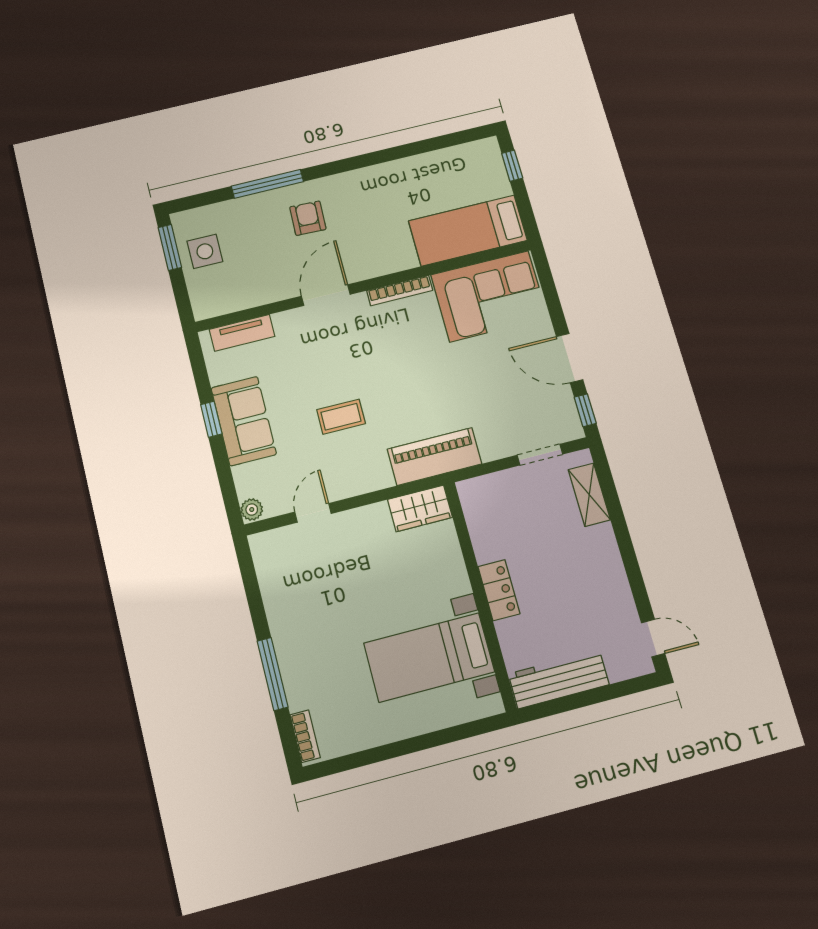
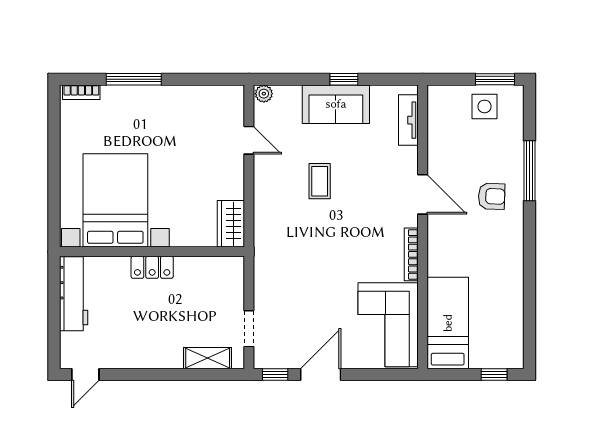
piano: (434, 456) -> (269, 246), removed
bed with nightstands: (429, 657) -> (115, 200), width x1.36

